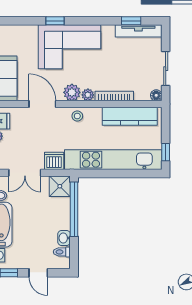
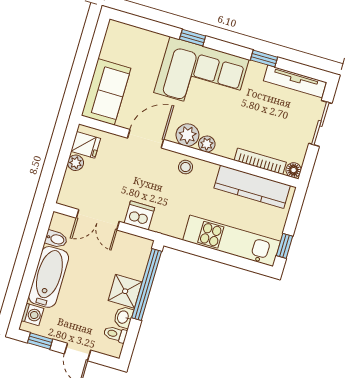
window: (131, 21) -> (264, 59), moved
sliding door: (166, 69) -> (320, 123), moved
bookcase: (114, 96) -> (260, 161), moved
door: (42, 104) -> (146, 139), hinge flipped
kitchen unit: (113, 160) -> (232, 241), width x0.73
shower: (60, 186) -> (125, 291), moved

